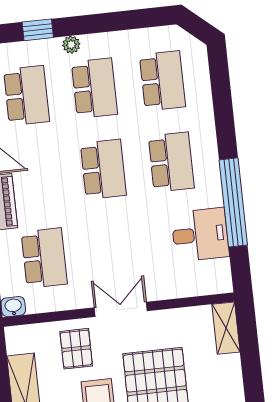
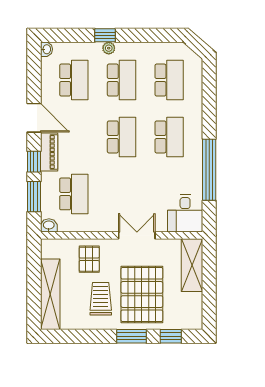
window: (38, 30) -> (105, 35), moved
desk: (200, 235) -> (185, 213), moved, turned 90
double door: (121, 309) -> (137, 235), moved
shelving: (226, 328) -> (192, 265), width x1.50, depth x1.33

